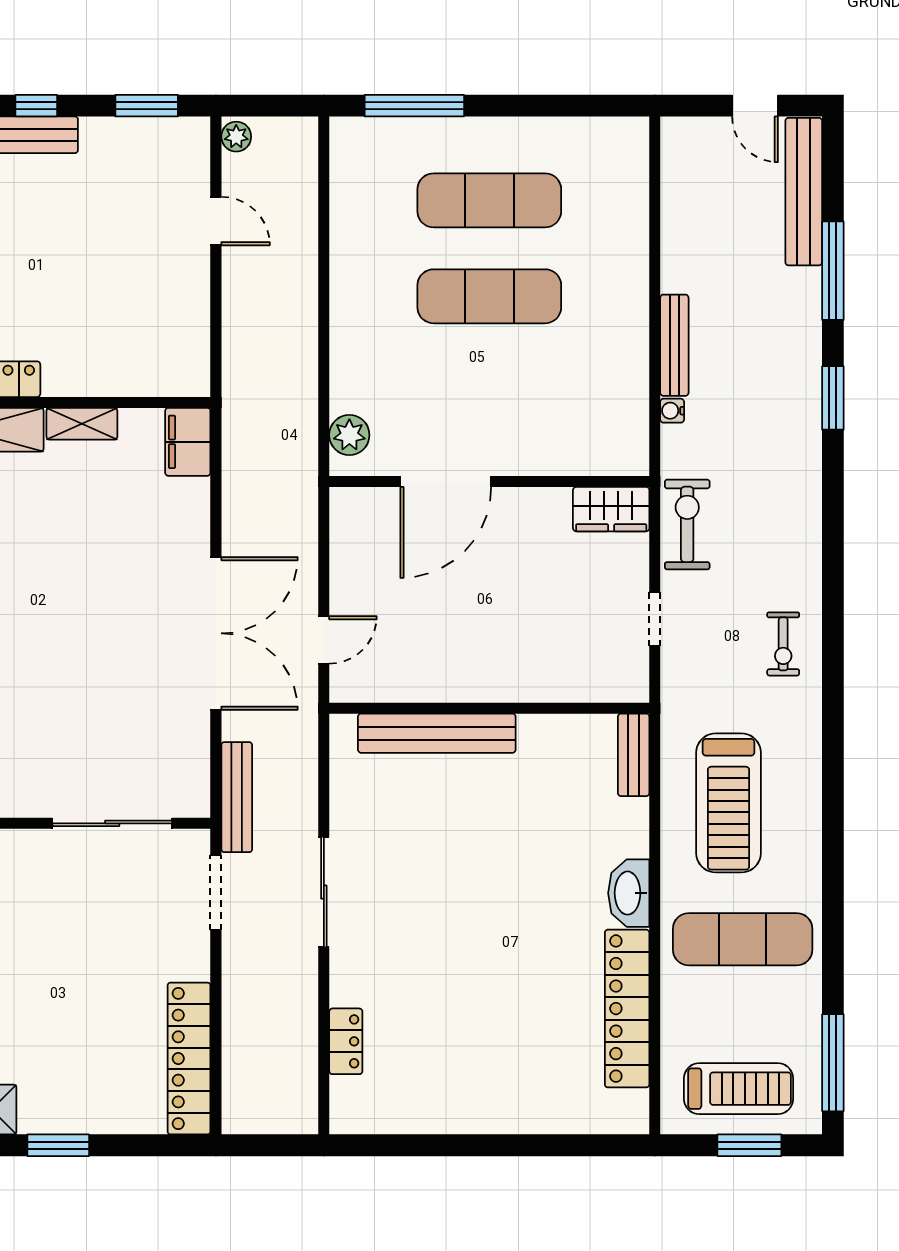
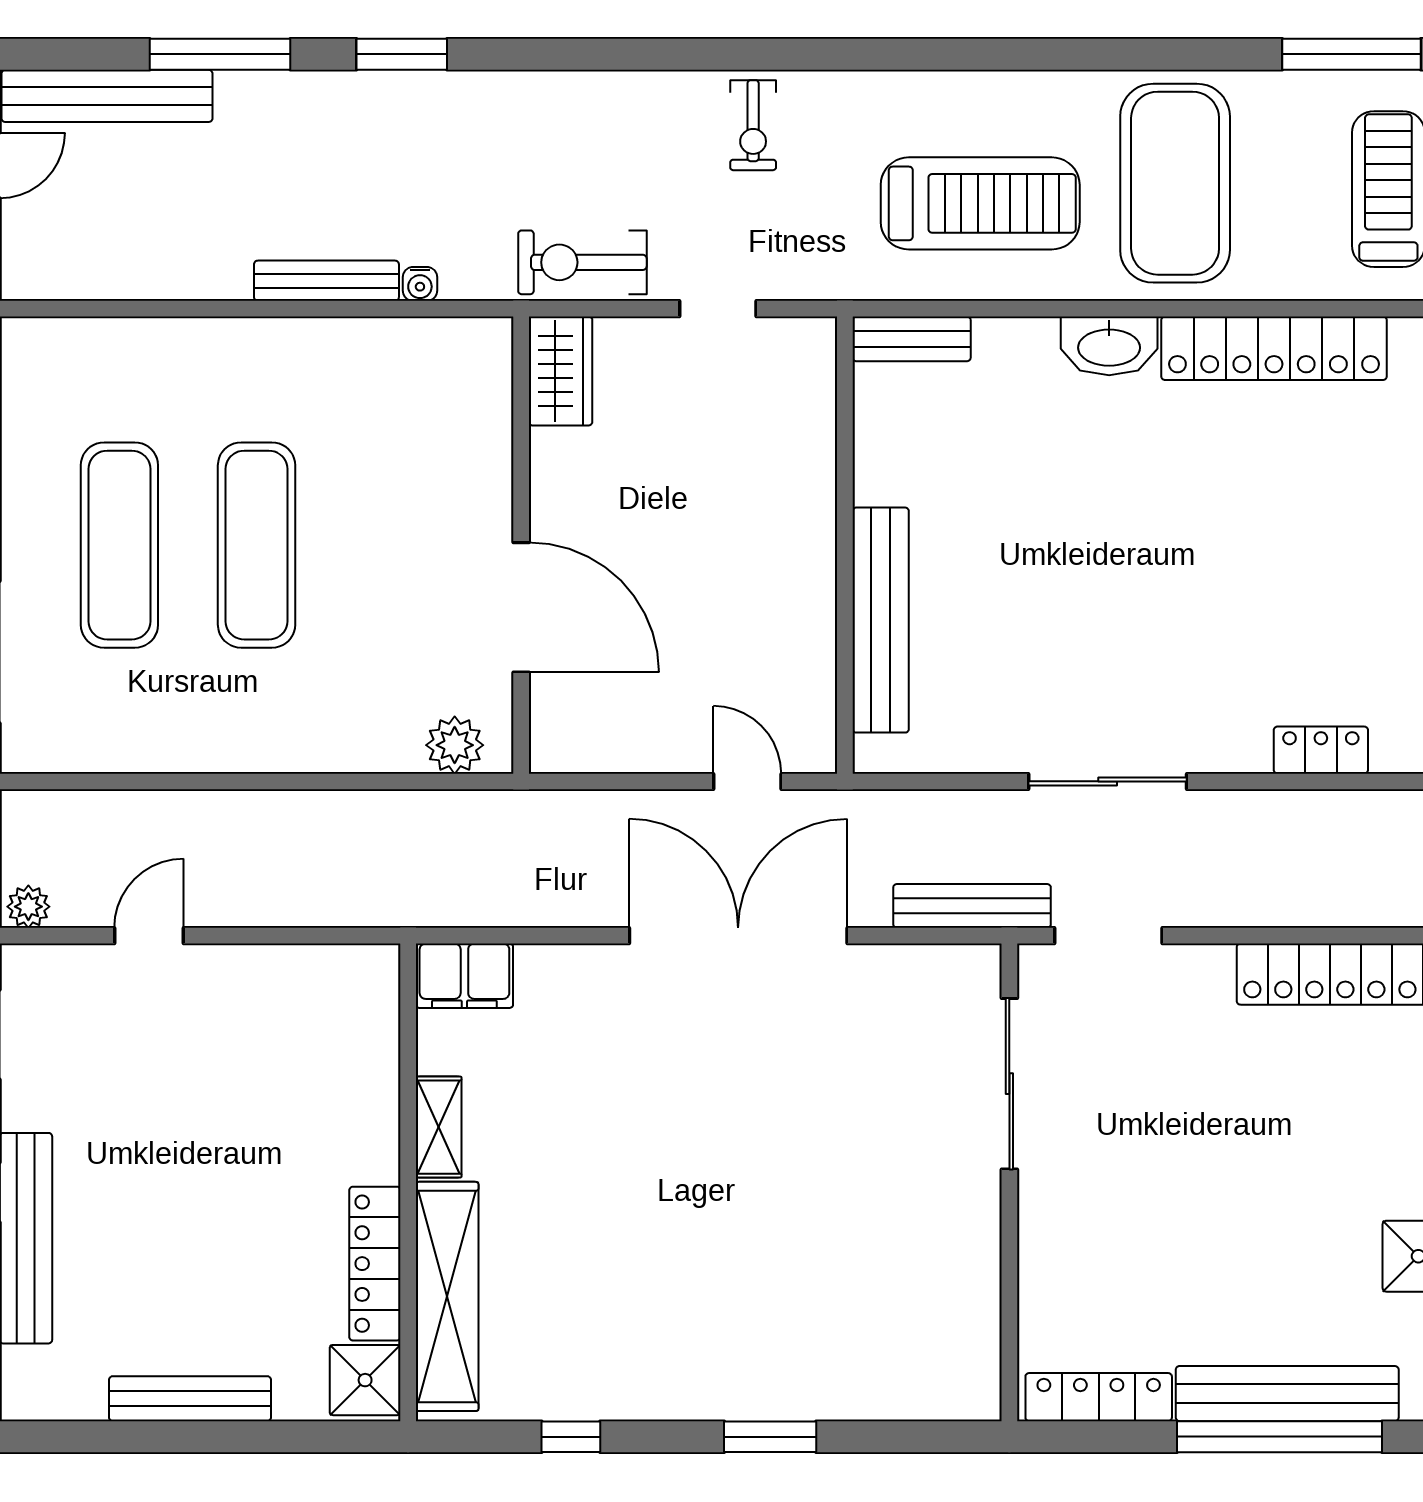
exercise bike: (783, 644) -> (753, 125), turned 90
exercise mat: (743, 939) -> (1175, 183), width x1.47

